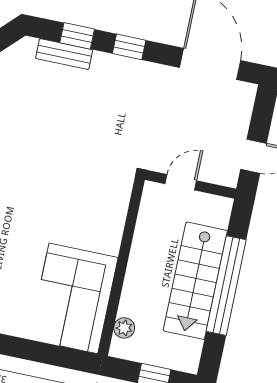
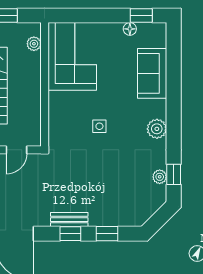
bench: (64, 54) -> (69, 220), moved
side table: (56, 191) -> (99, 126), added

